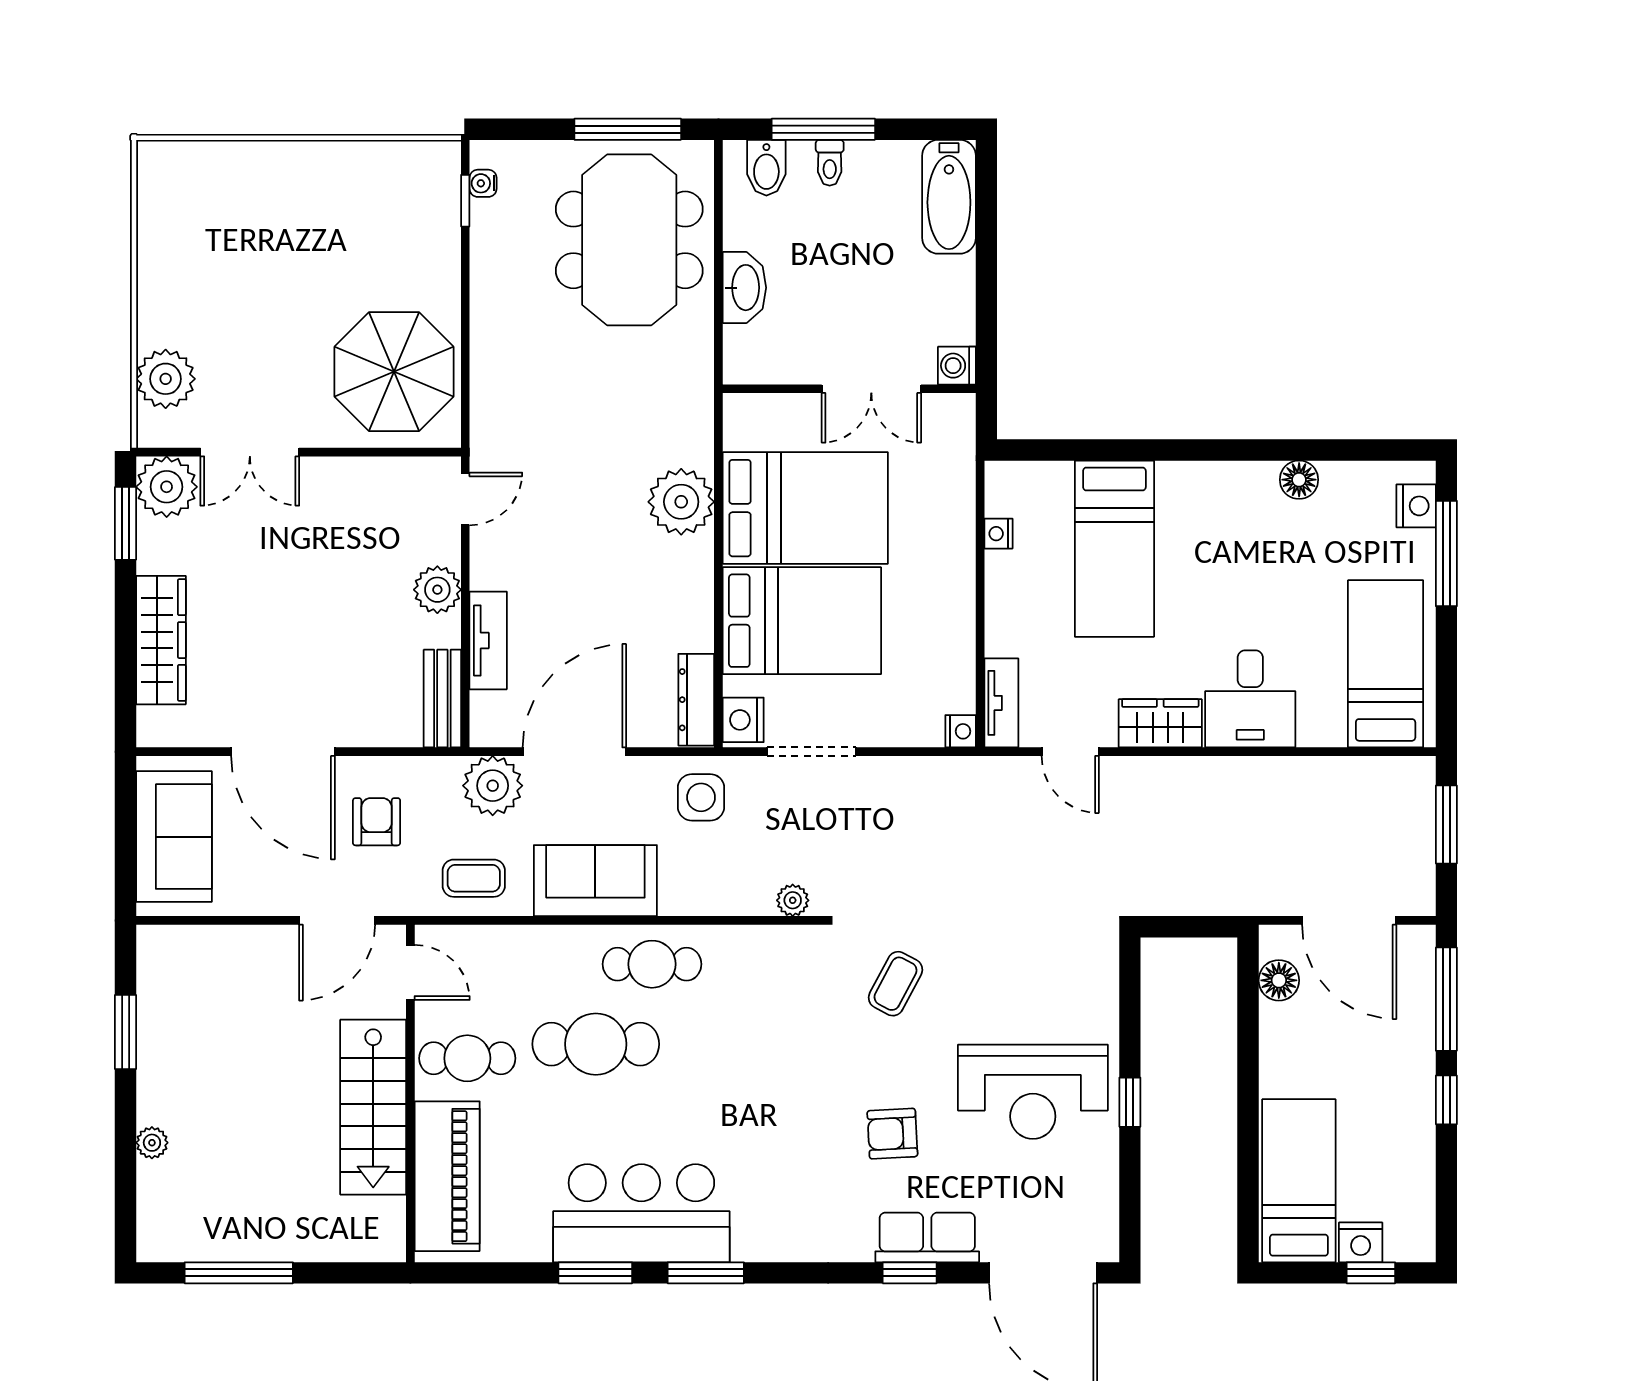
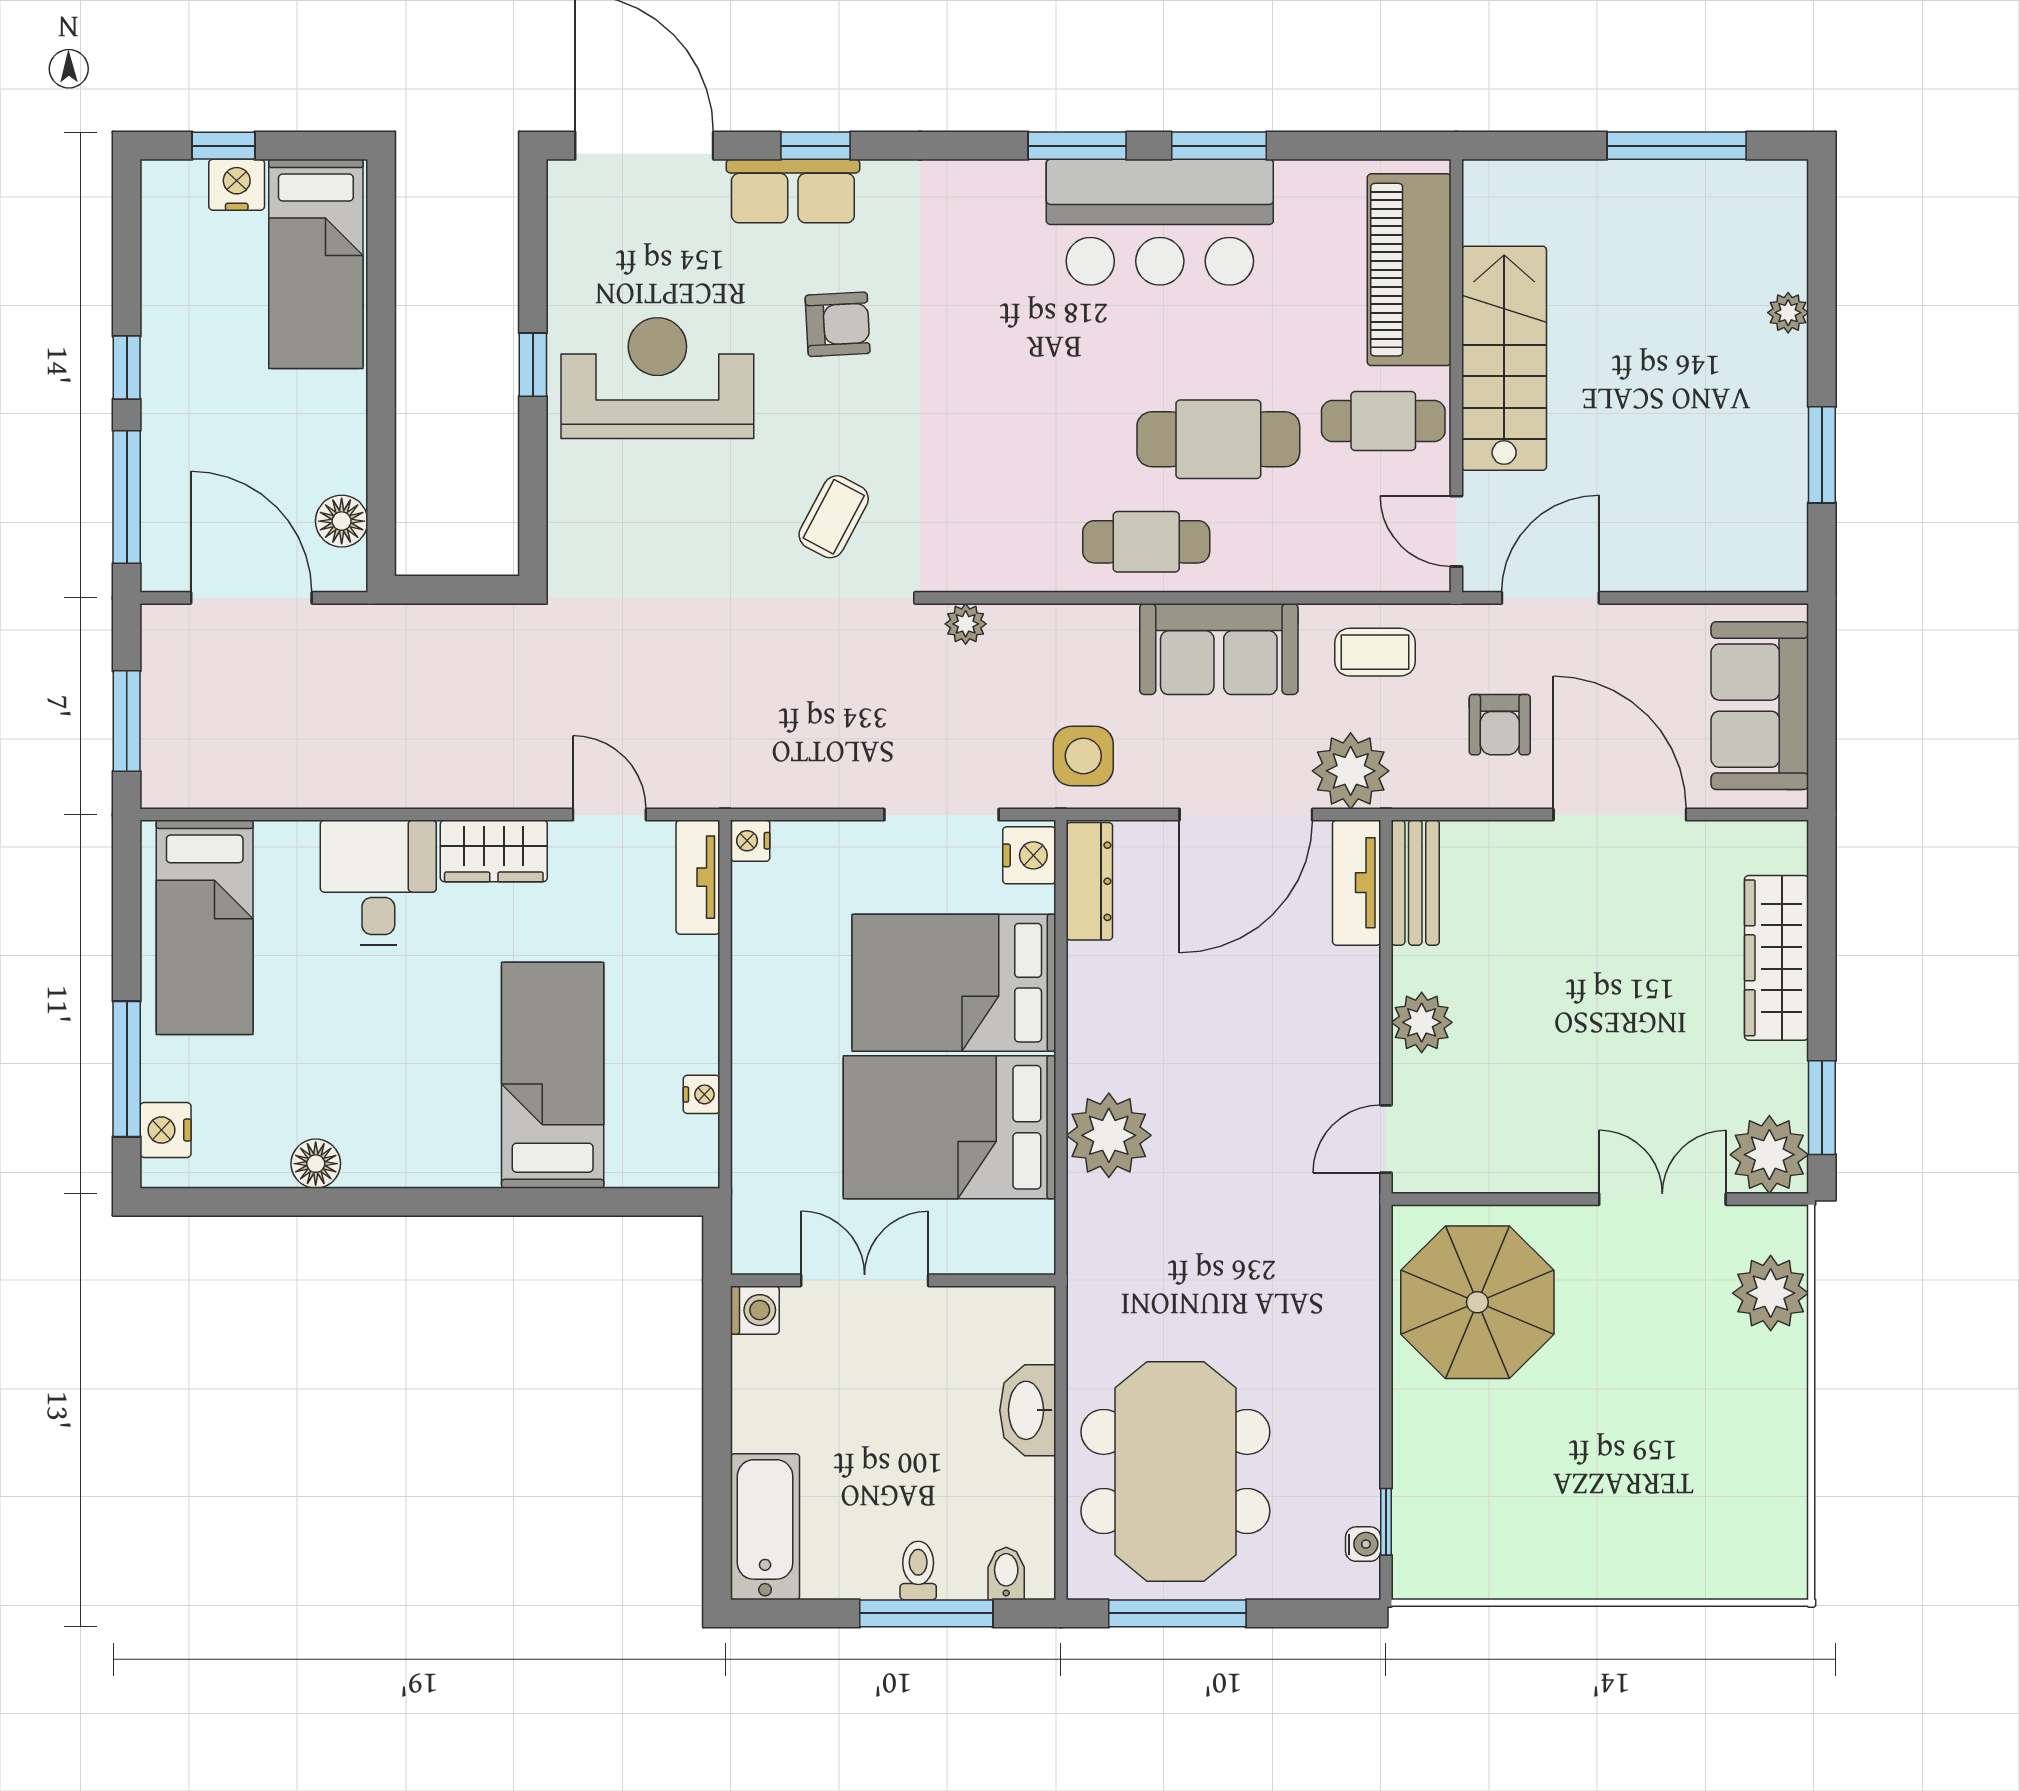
bidet: (766, 168) -> (1006, 1574), width x0.72, depth x0.74
tv unit: (488, 640) -> (1357, 883), moved

